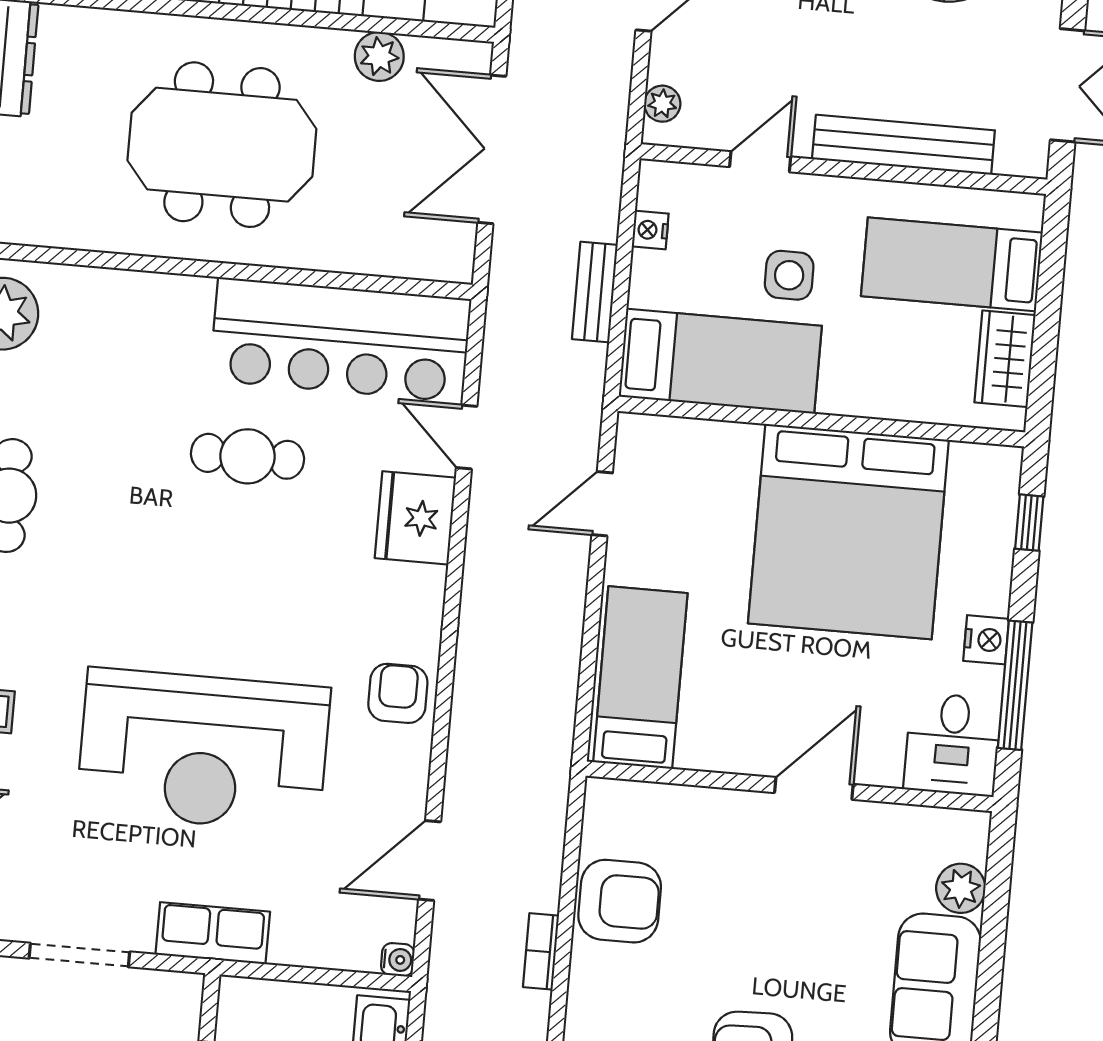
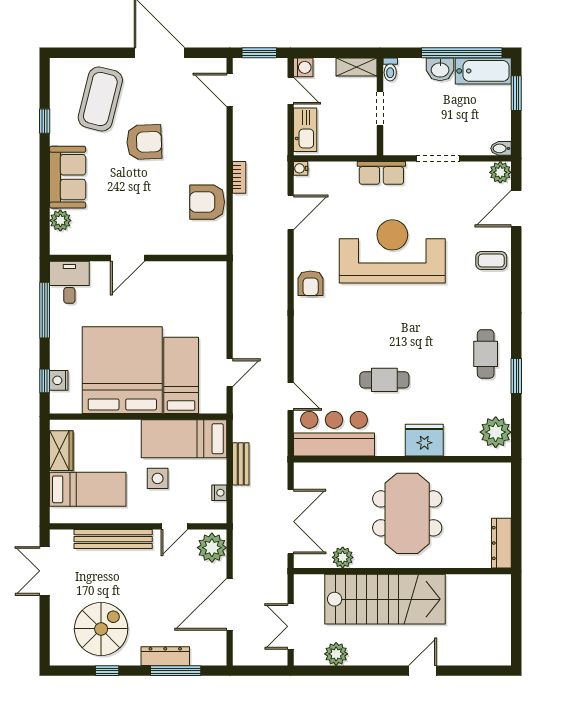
plant: (662, 104) -> (212, 548), width x1.87, depth x1.87
meeting table: (222, 145) -> (407, 513), turned 90
bar counter: (340, 340) -> (334, 434), width x0.73
fridge: (415, 518) -> (424, 440), moved, turned -90
nightstand: (986, 640) -> (59, 380), moved
bed: (640, 678) -> (181, 375), moved, turned 180

